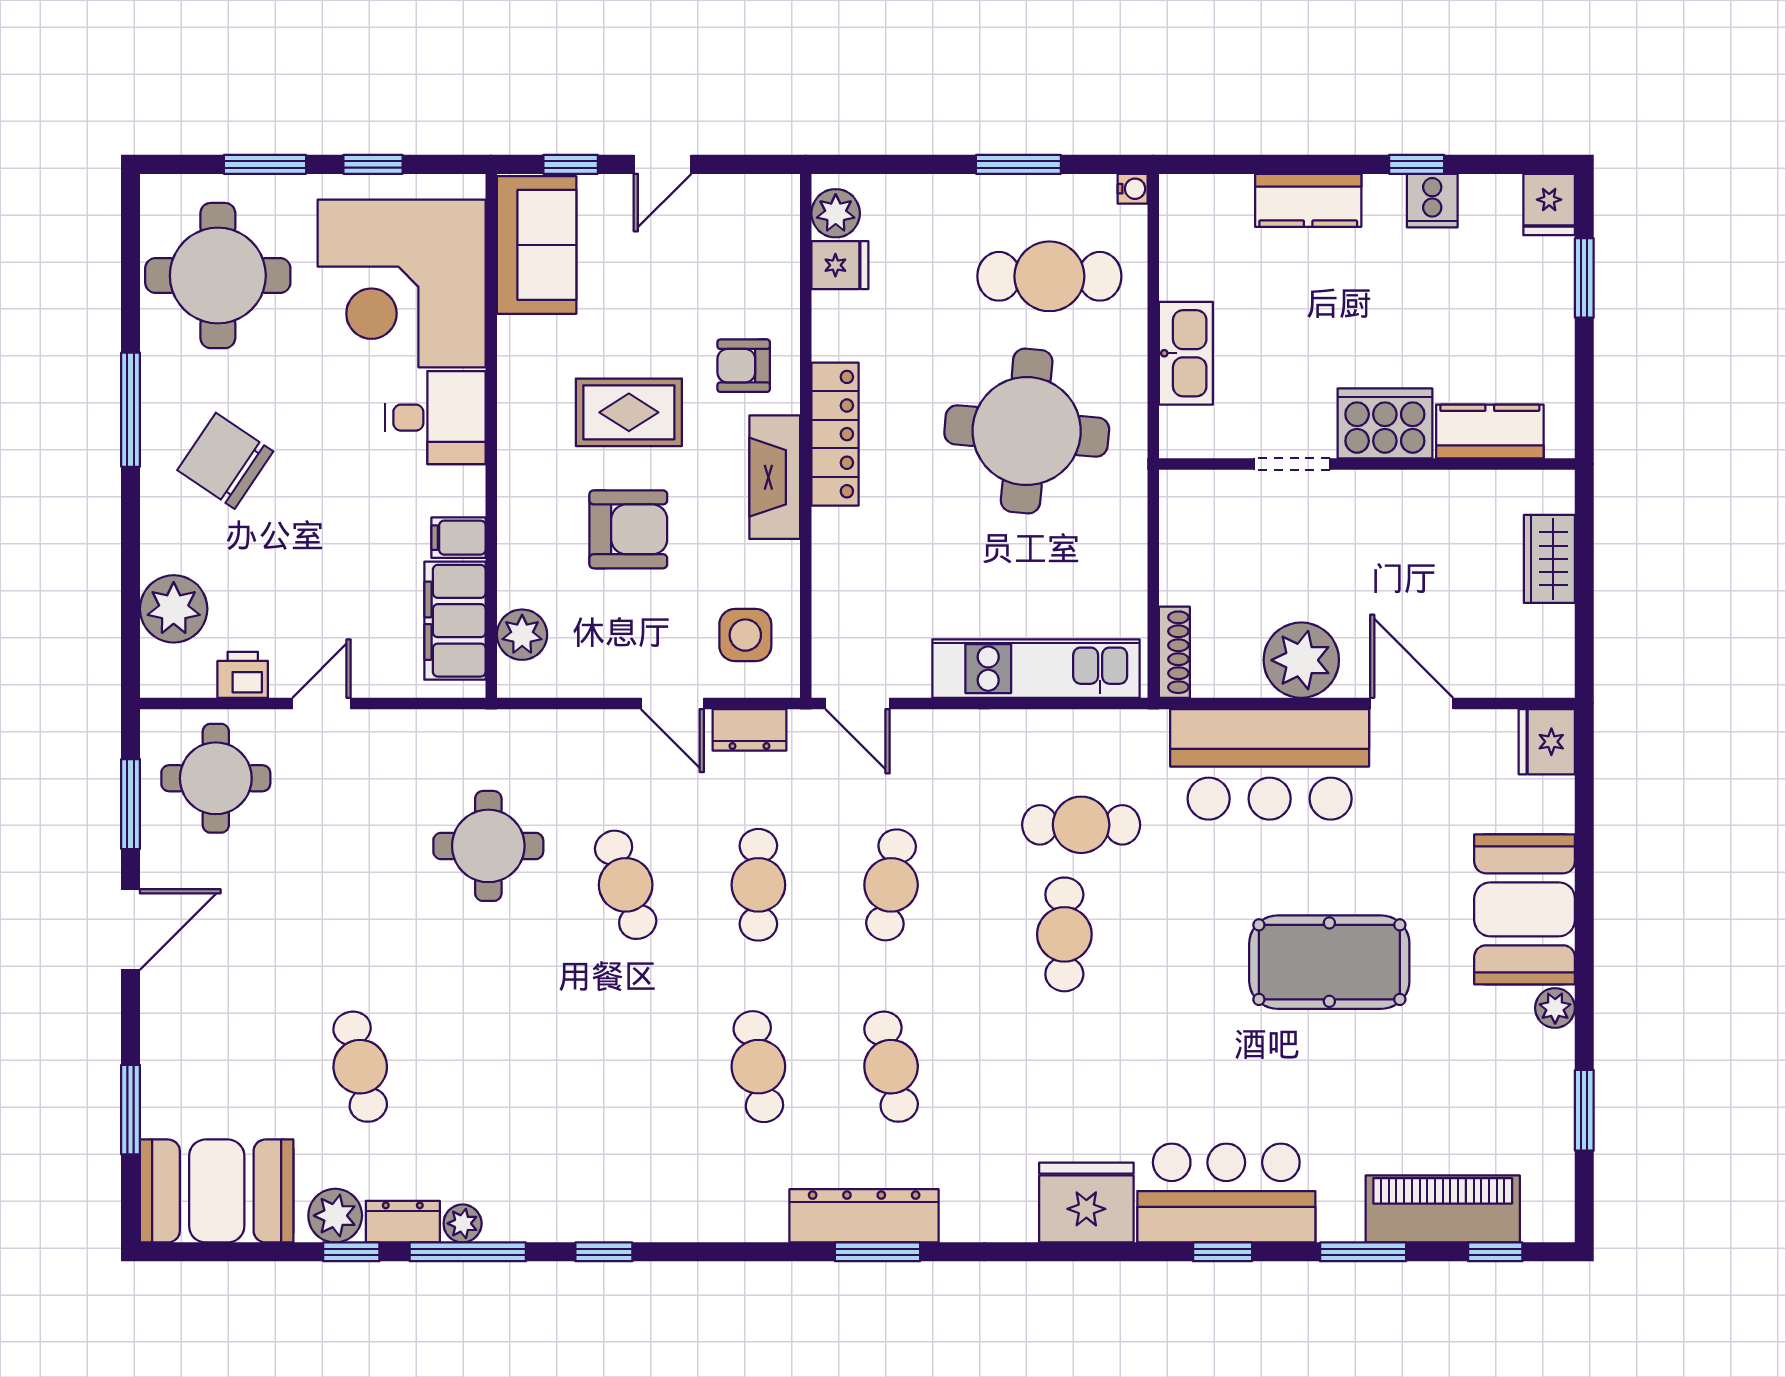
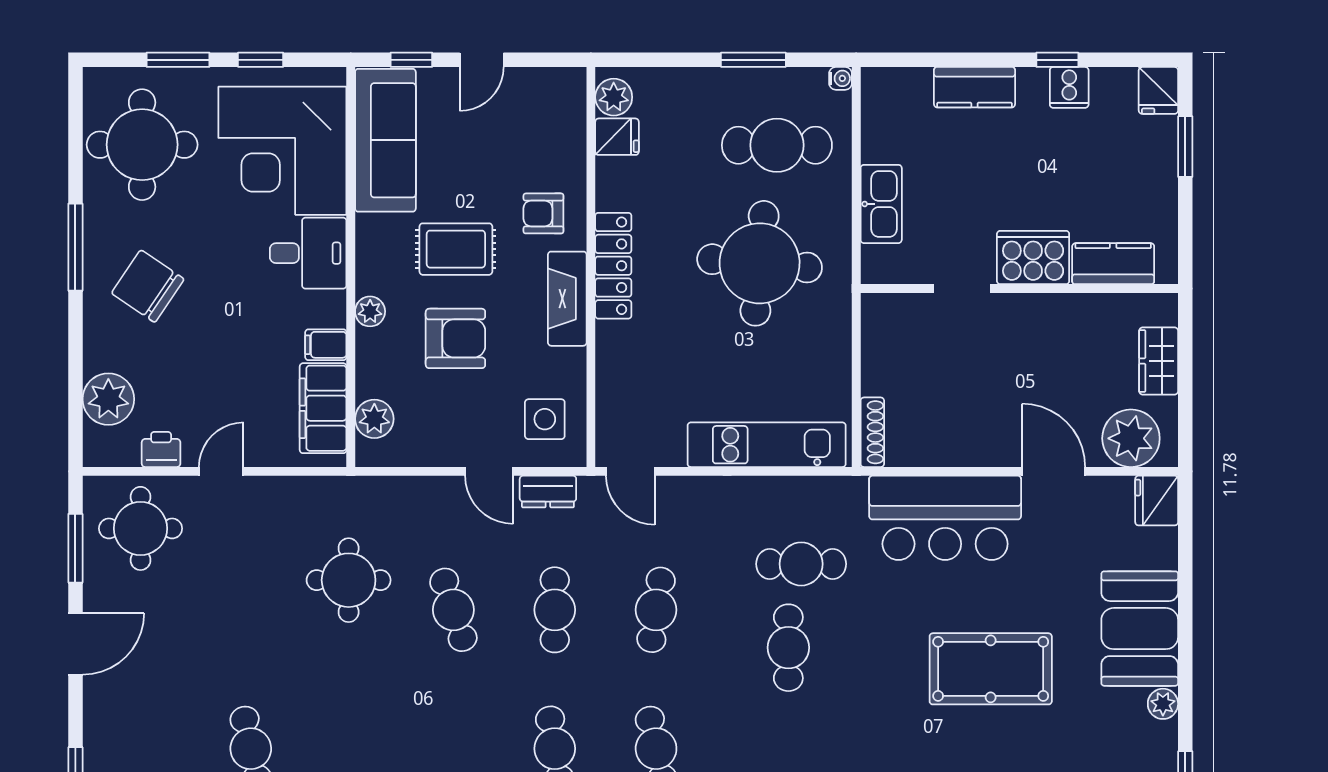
sofa: (537, 245) -> (385, 140), width x1.36
plant: (516, 494) -> (370, 311), added
plant: (1301, 660) -> (1131, 438), moved

